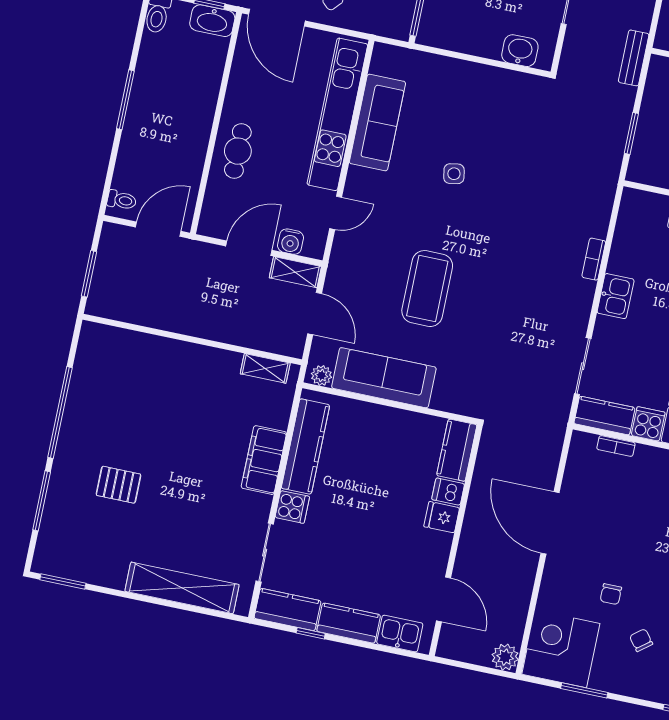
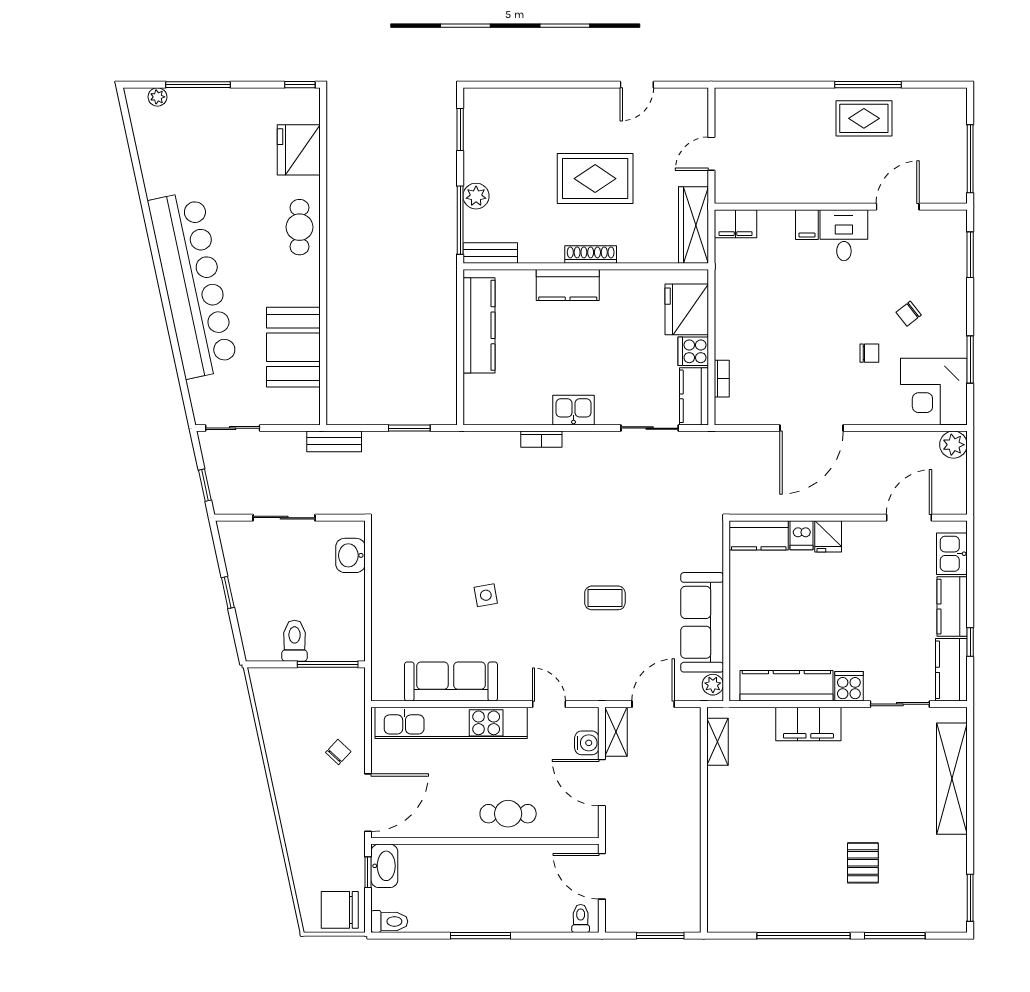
coffee table: (427, 289) -> (605, 598), width x0.54, depth x0.58

